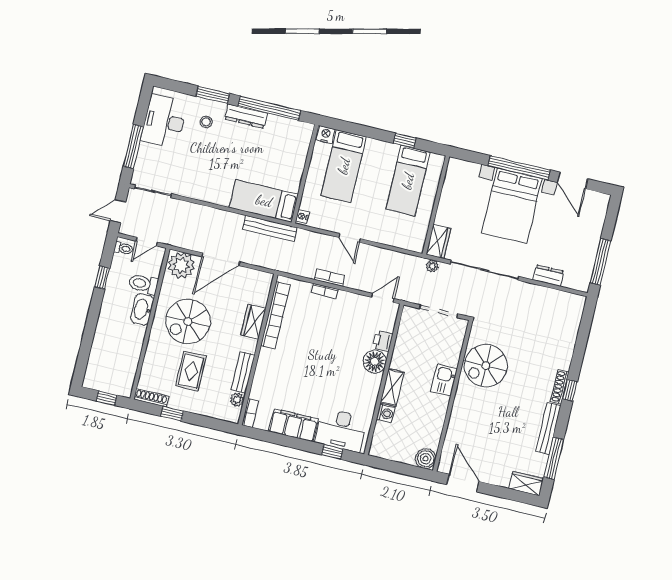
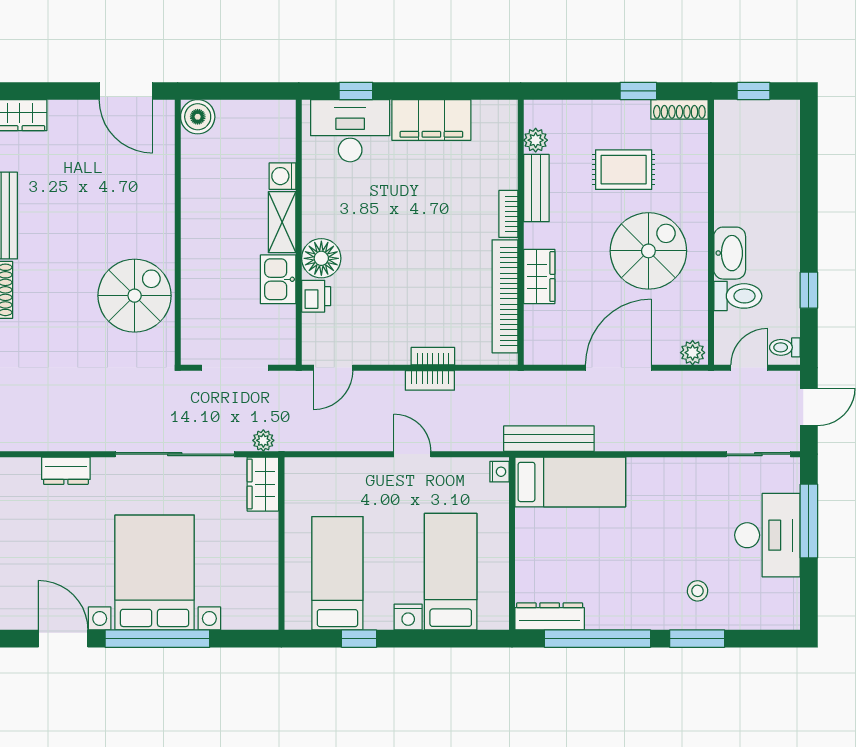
dresser: (246, 116) -> (550, 616), moved
desk: (164, 121) -> (767, 535), moved
nightstand: (326, 135) -> (408, 617), moved
plant: (181, 265) -> (693, 353), width x0.53, depth x0.53
rug: (191, 371) -> (624, 170), turned 90
kitchen sink: (444, 380) -> (278, 279), moved, turned 180
bookcase: (250, 413) -> (508, 214), moved

